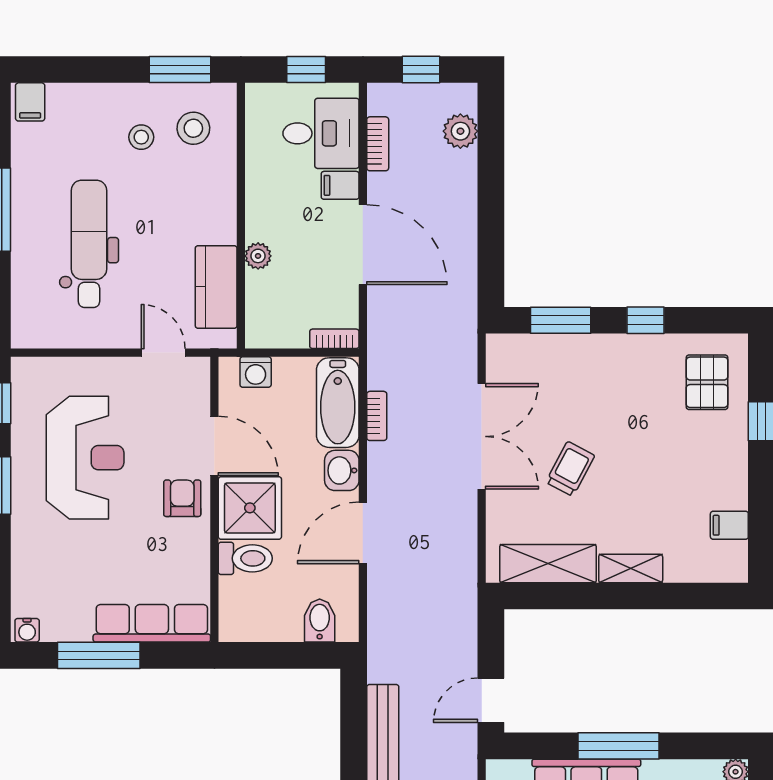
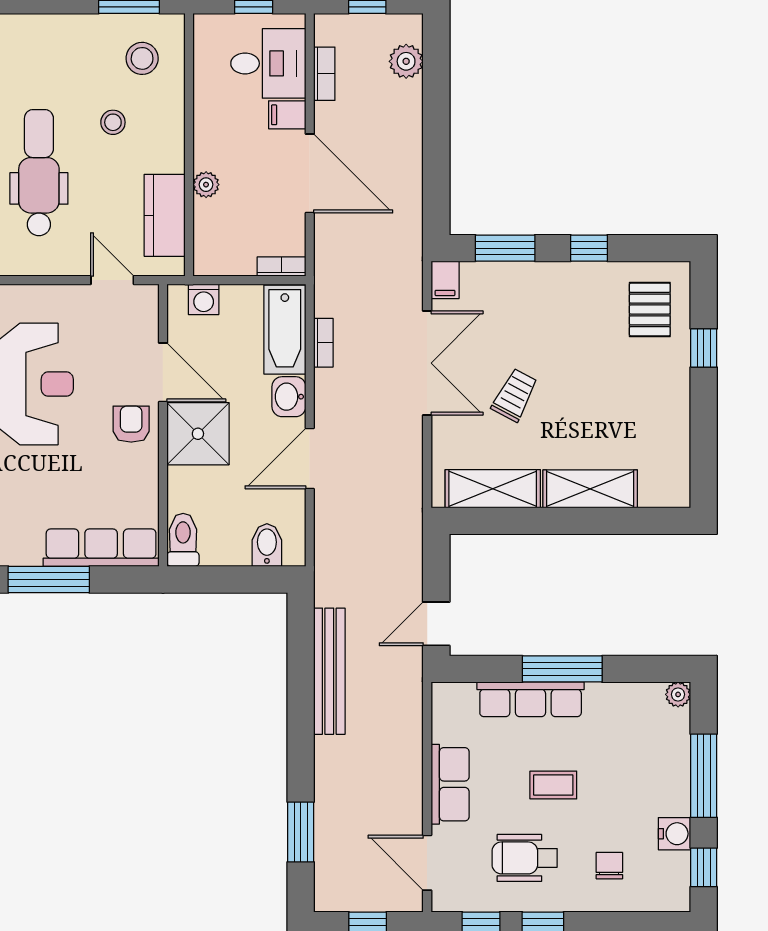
stool: (141, 137) -> (113, 122), moved
filing cabinet: (729, 525) -> (445, 280), moved, turned -90
toilet: (245, 558) -> (183, 540), moved, turned -90
shelving: (631, 569) -> (590, 489), width x1.50, depth x1.33

